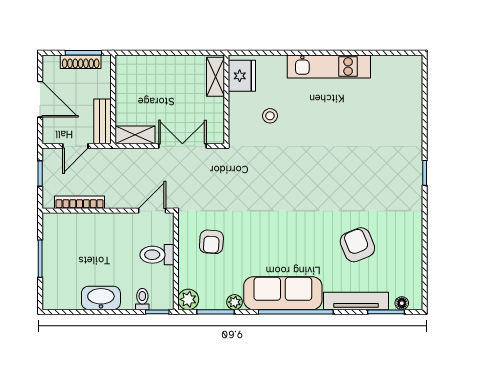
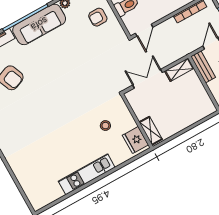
double door: (182, 146) -> (147, 79), swing flipped
armchair: (211, 242) -> (98, 17), moved, turned -94

